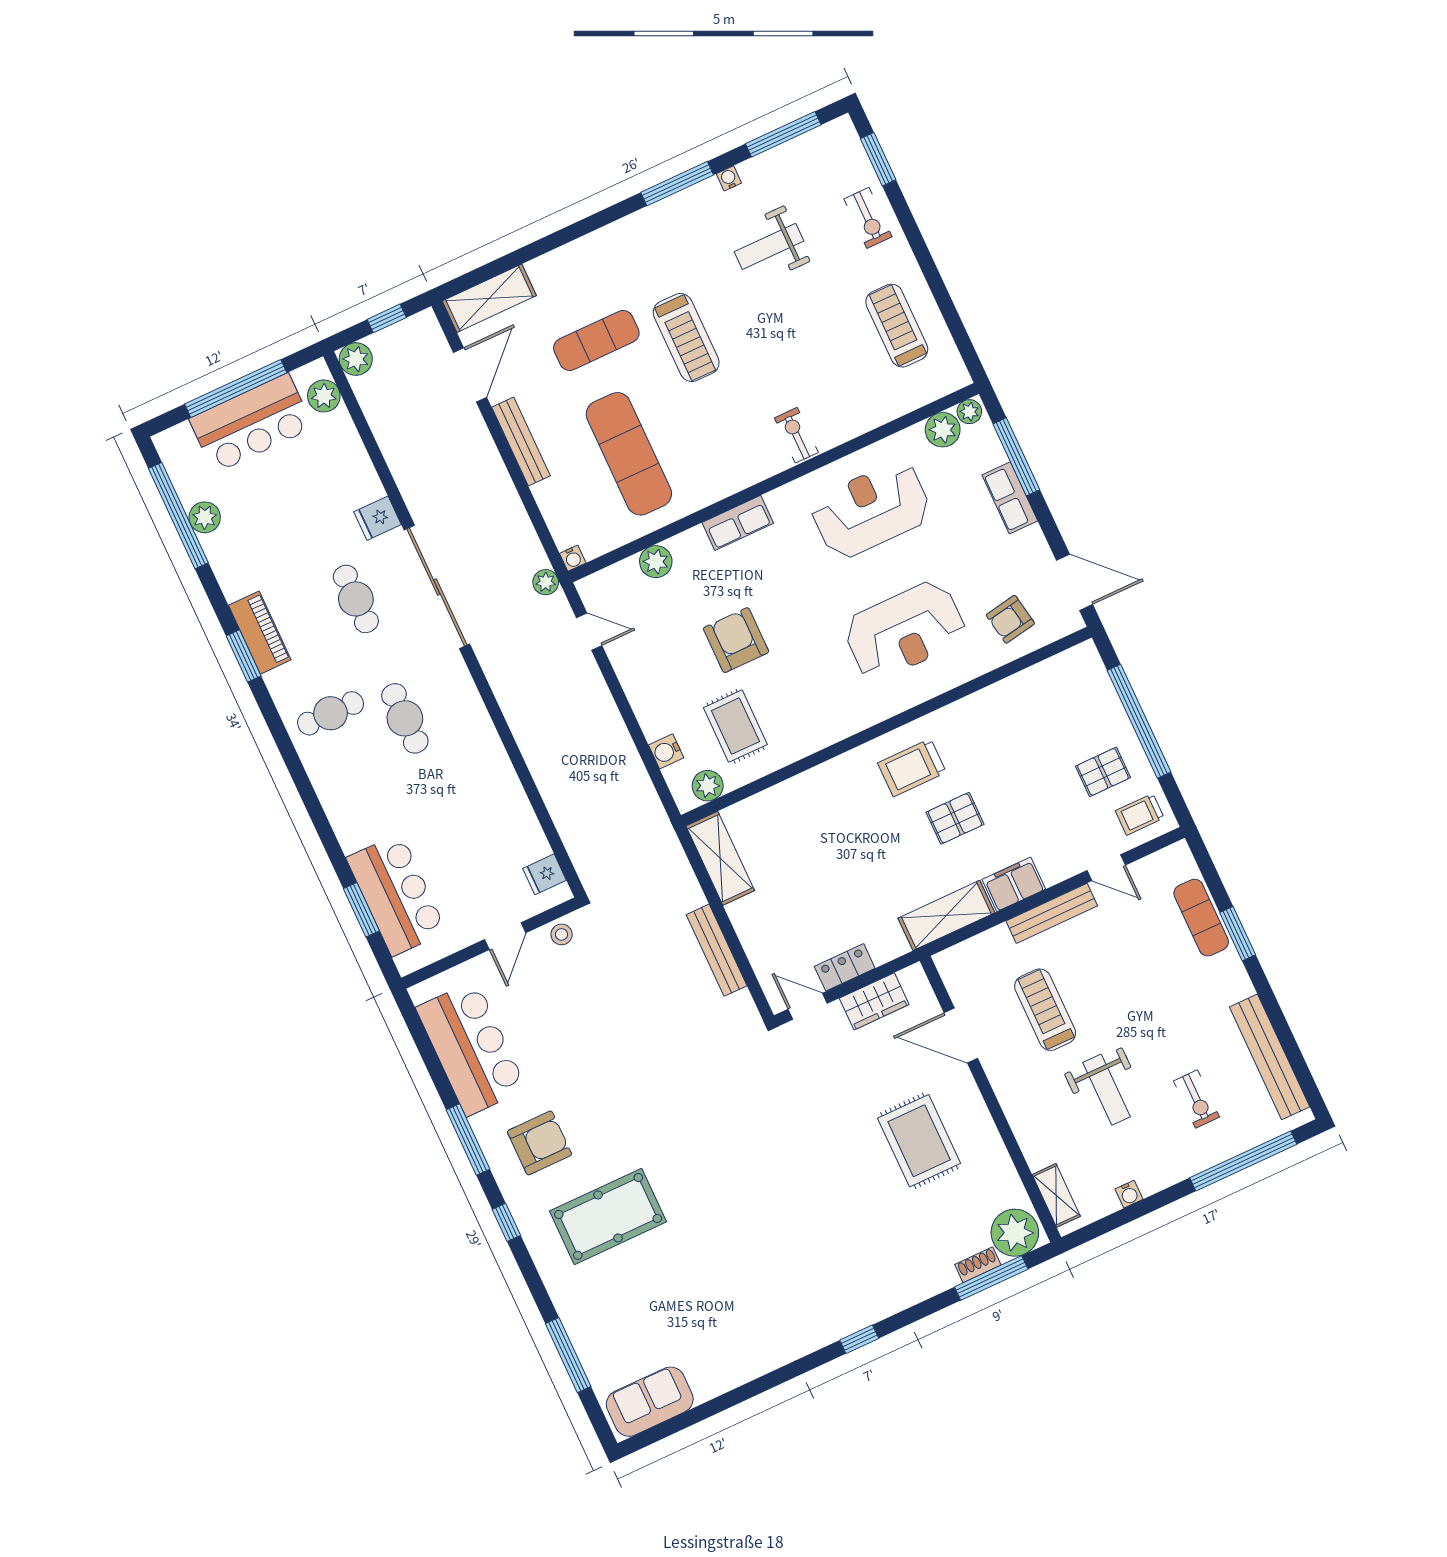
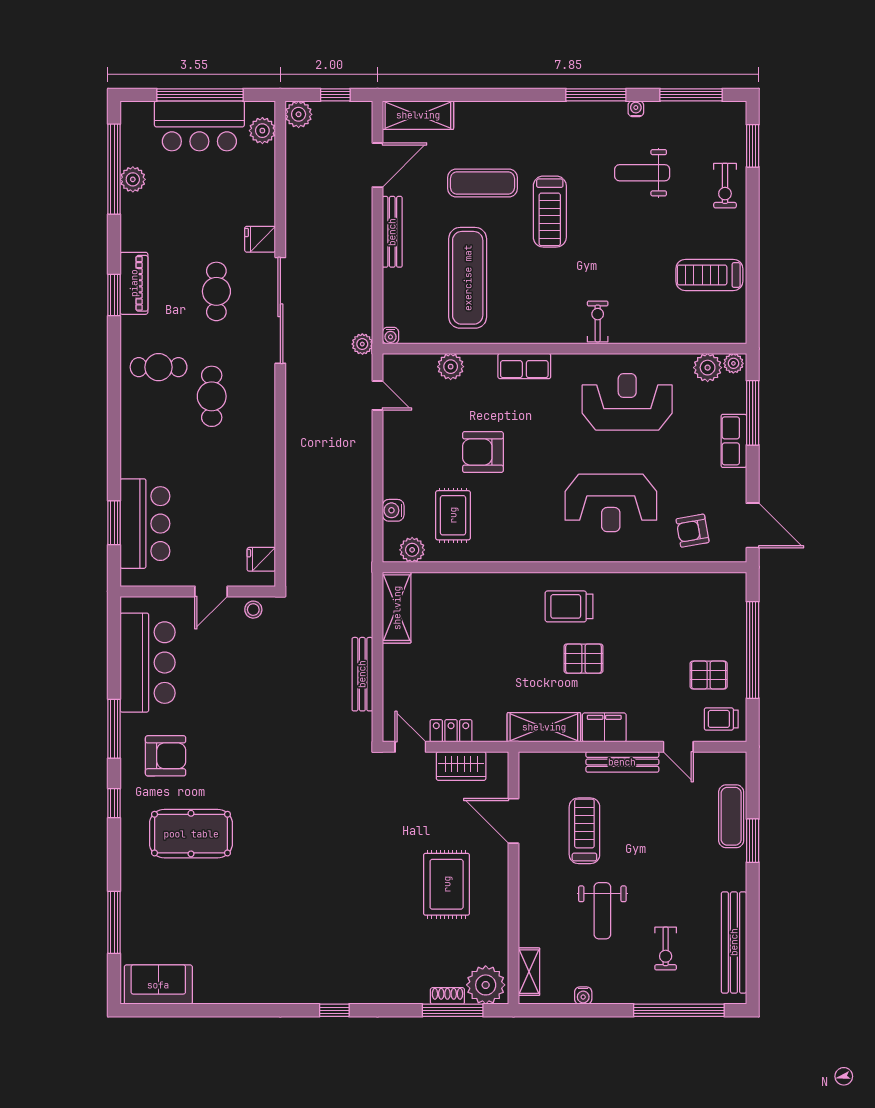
treadmill: (897, 326) -> (709, 275), turned -90
armchair: (736, 640) -> (483, 452), turned -90

